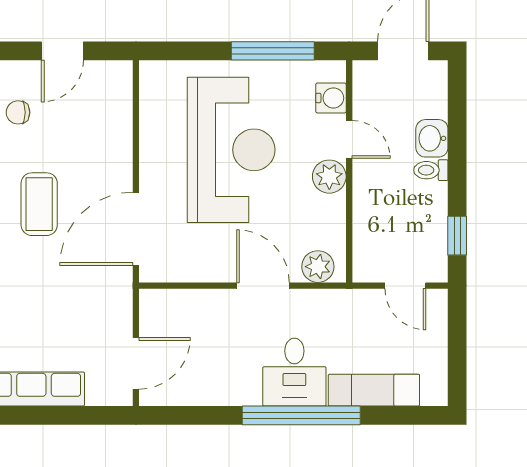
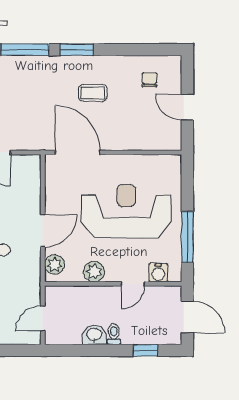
washbasin: (432, 138) -> (94, 335), moved
reception desk: (231, 150) -> (126, 211), turned 180
plant: (329, 177) -> (94, 272), moved
coffee table: (39, 204) -> (93, 93), width x0.73, depth x0.77
window: (457, 236) -> (145, 350), moved

